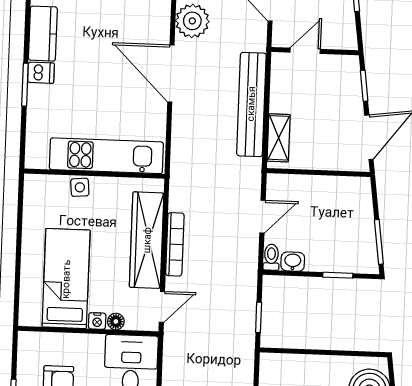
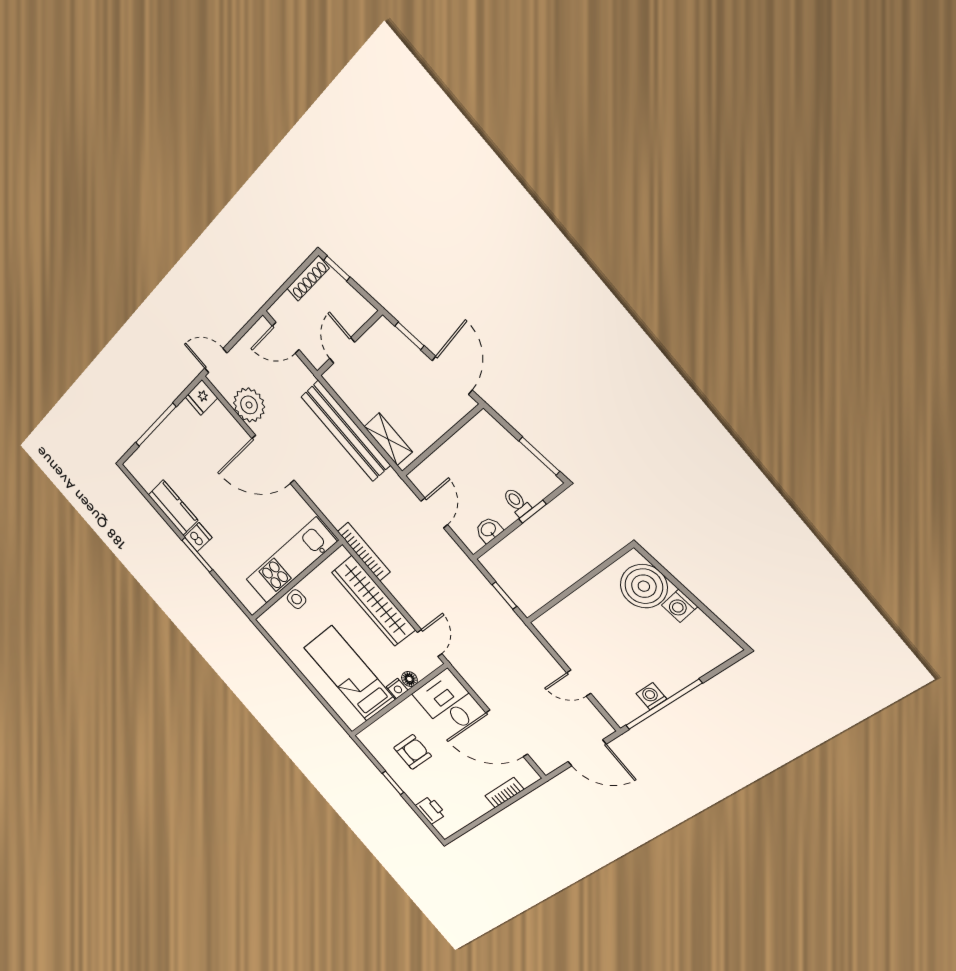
bookcase: (175, 244) -> (364, 552), moved
toilet: (271, 257) -> (517, 502), moved

